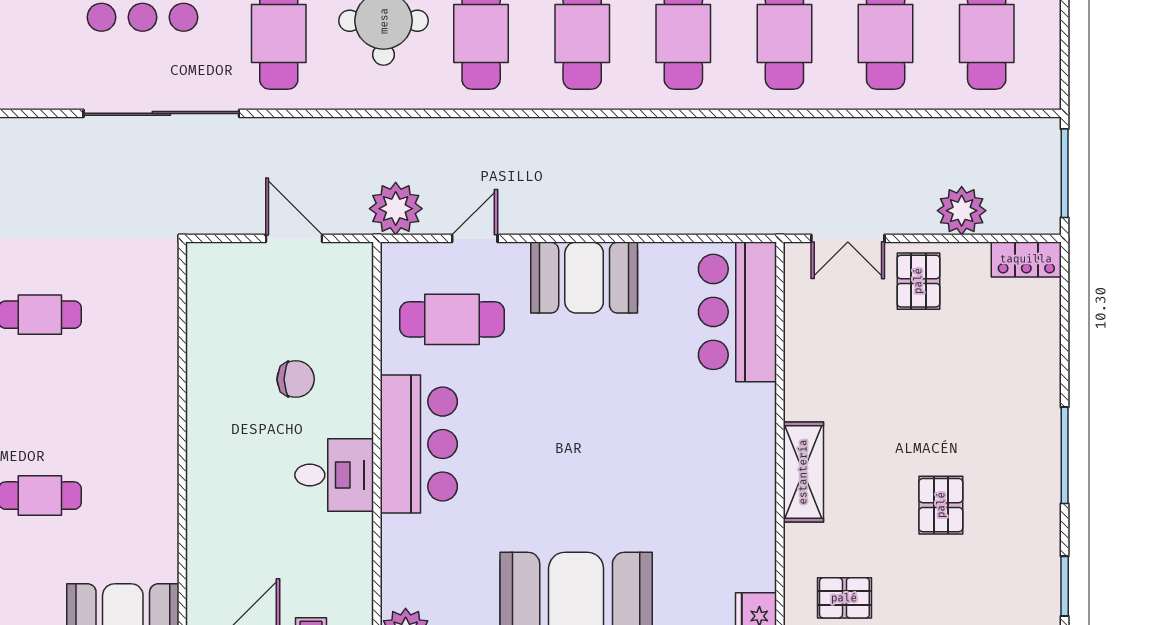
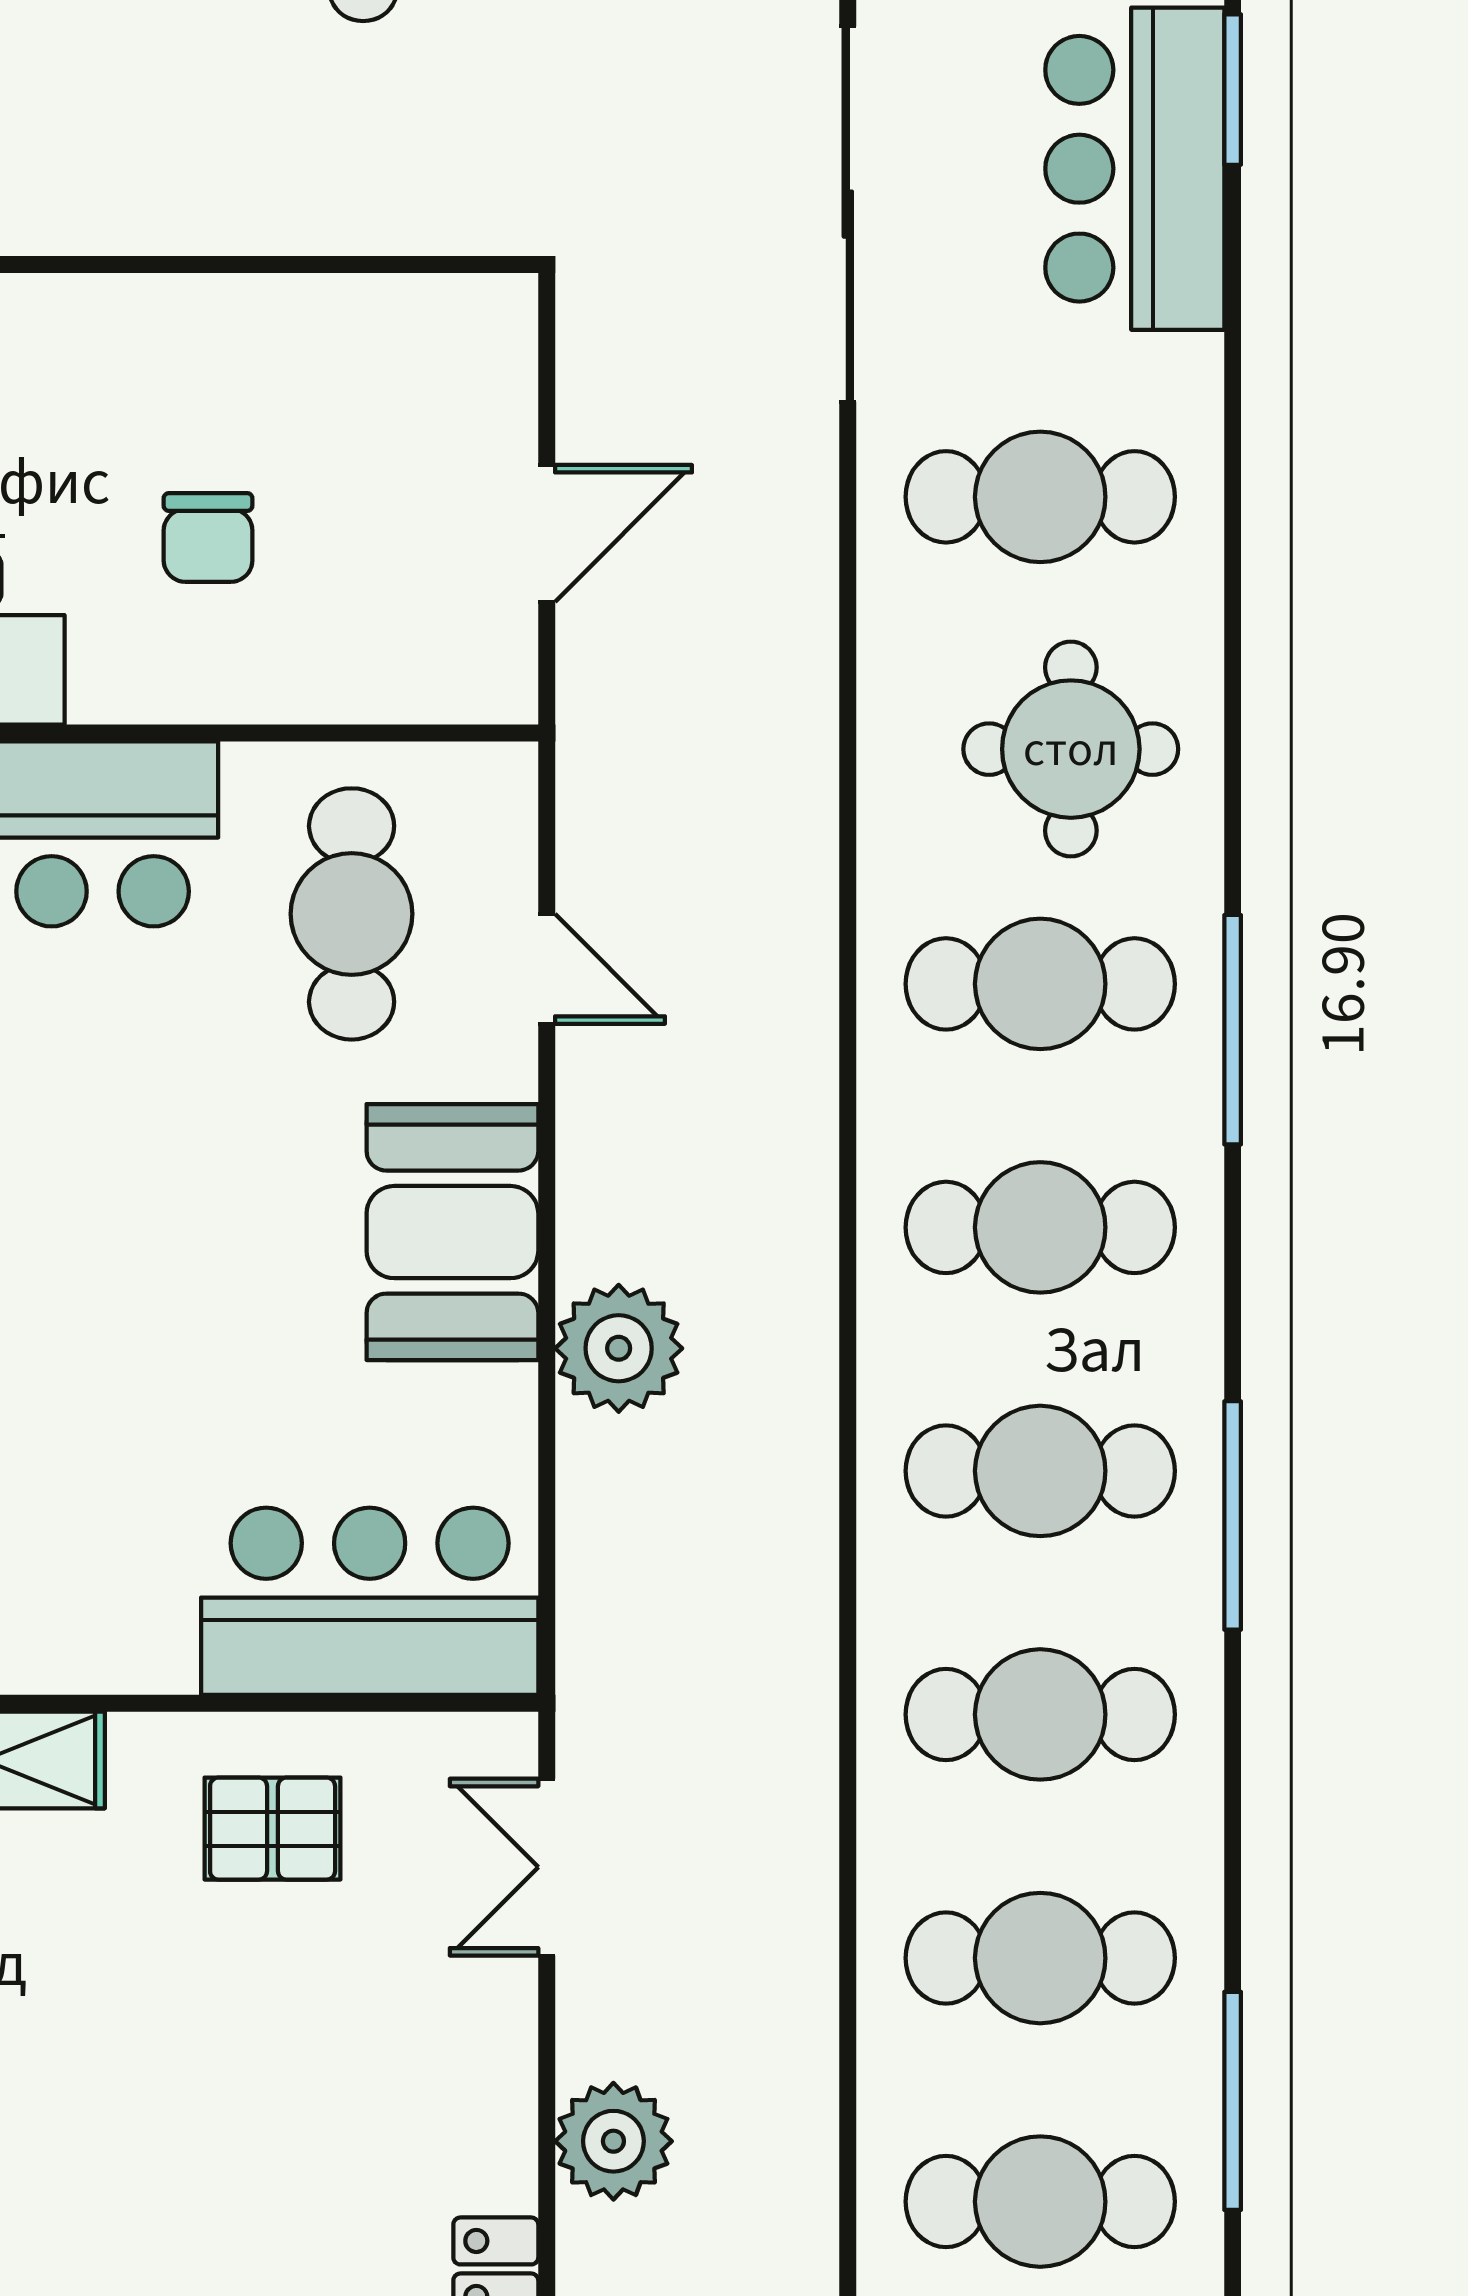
plant: (396, 209) -> (619, 1348), moved
pallet: (918, 281) -> (273, 1829), moved

